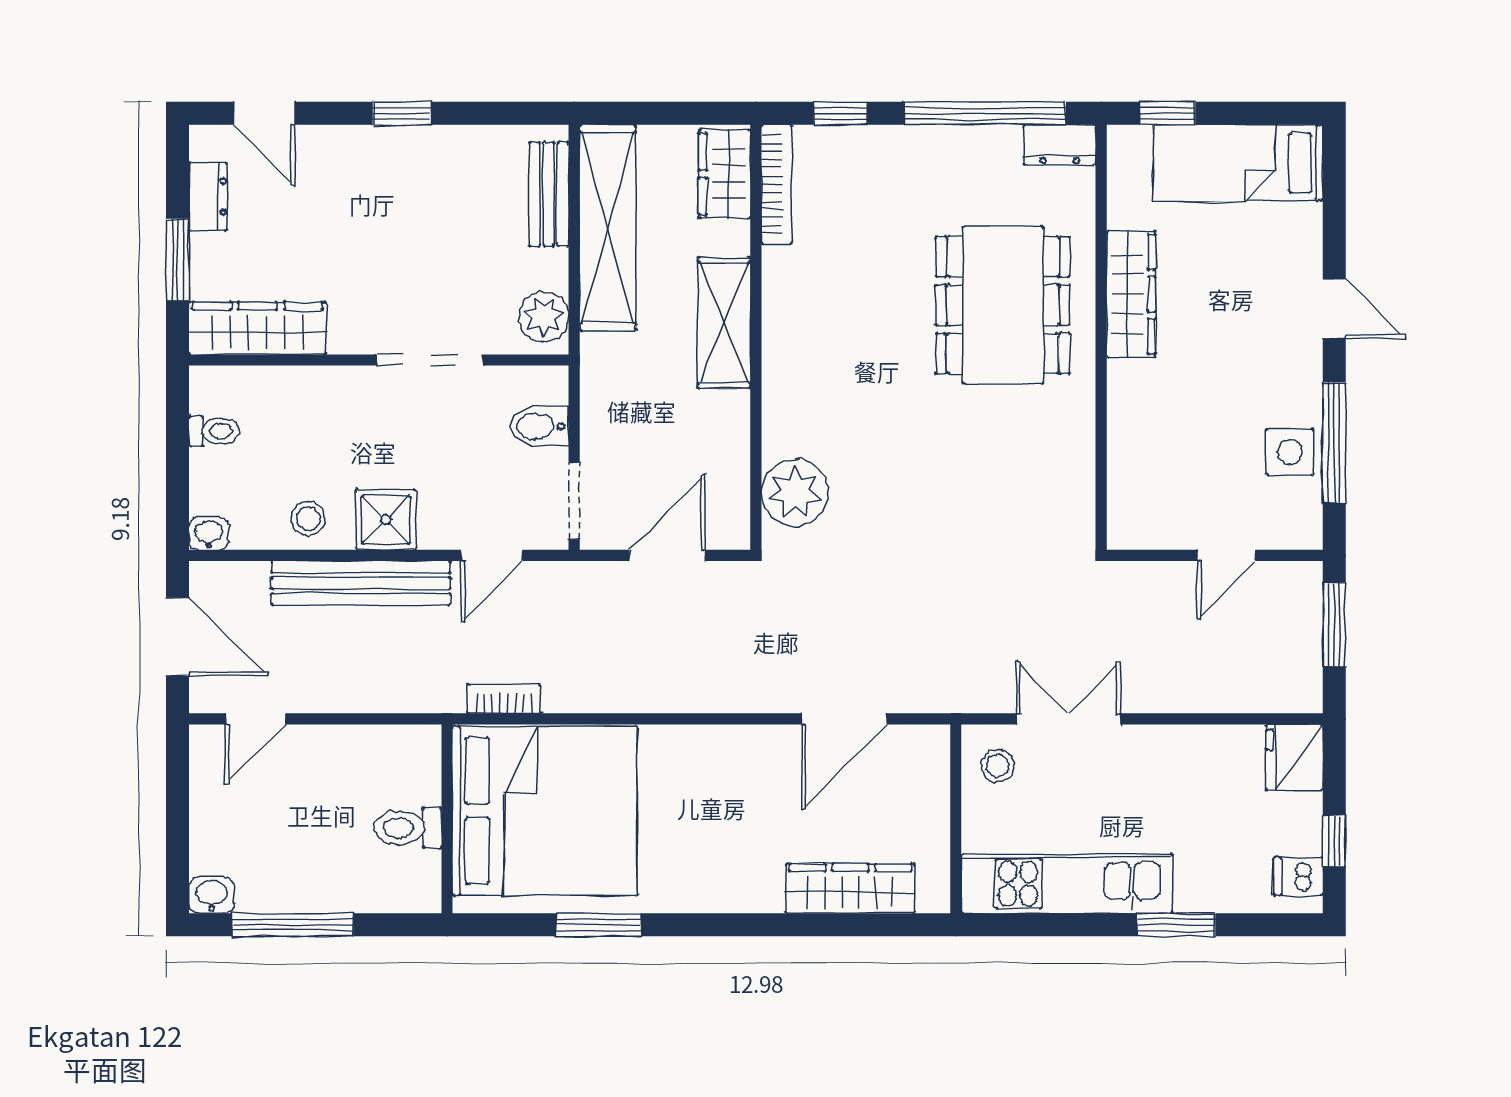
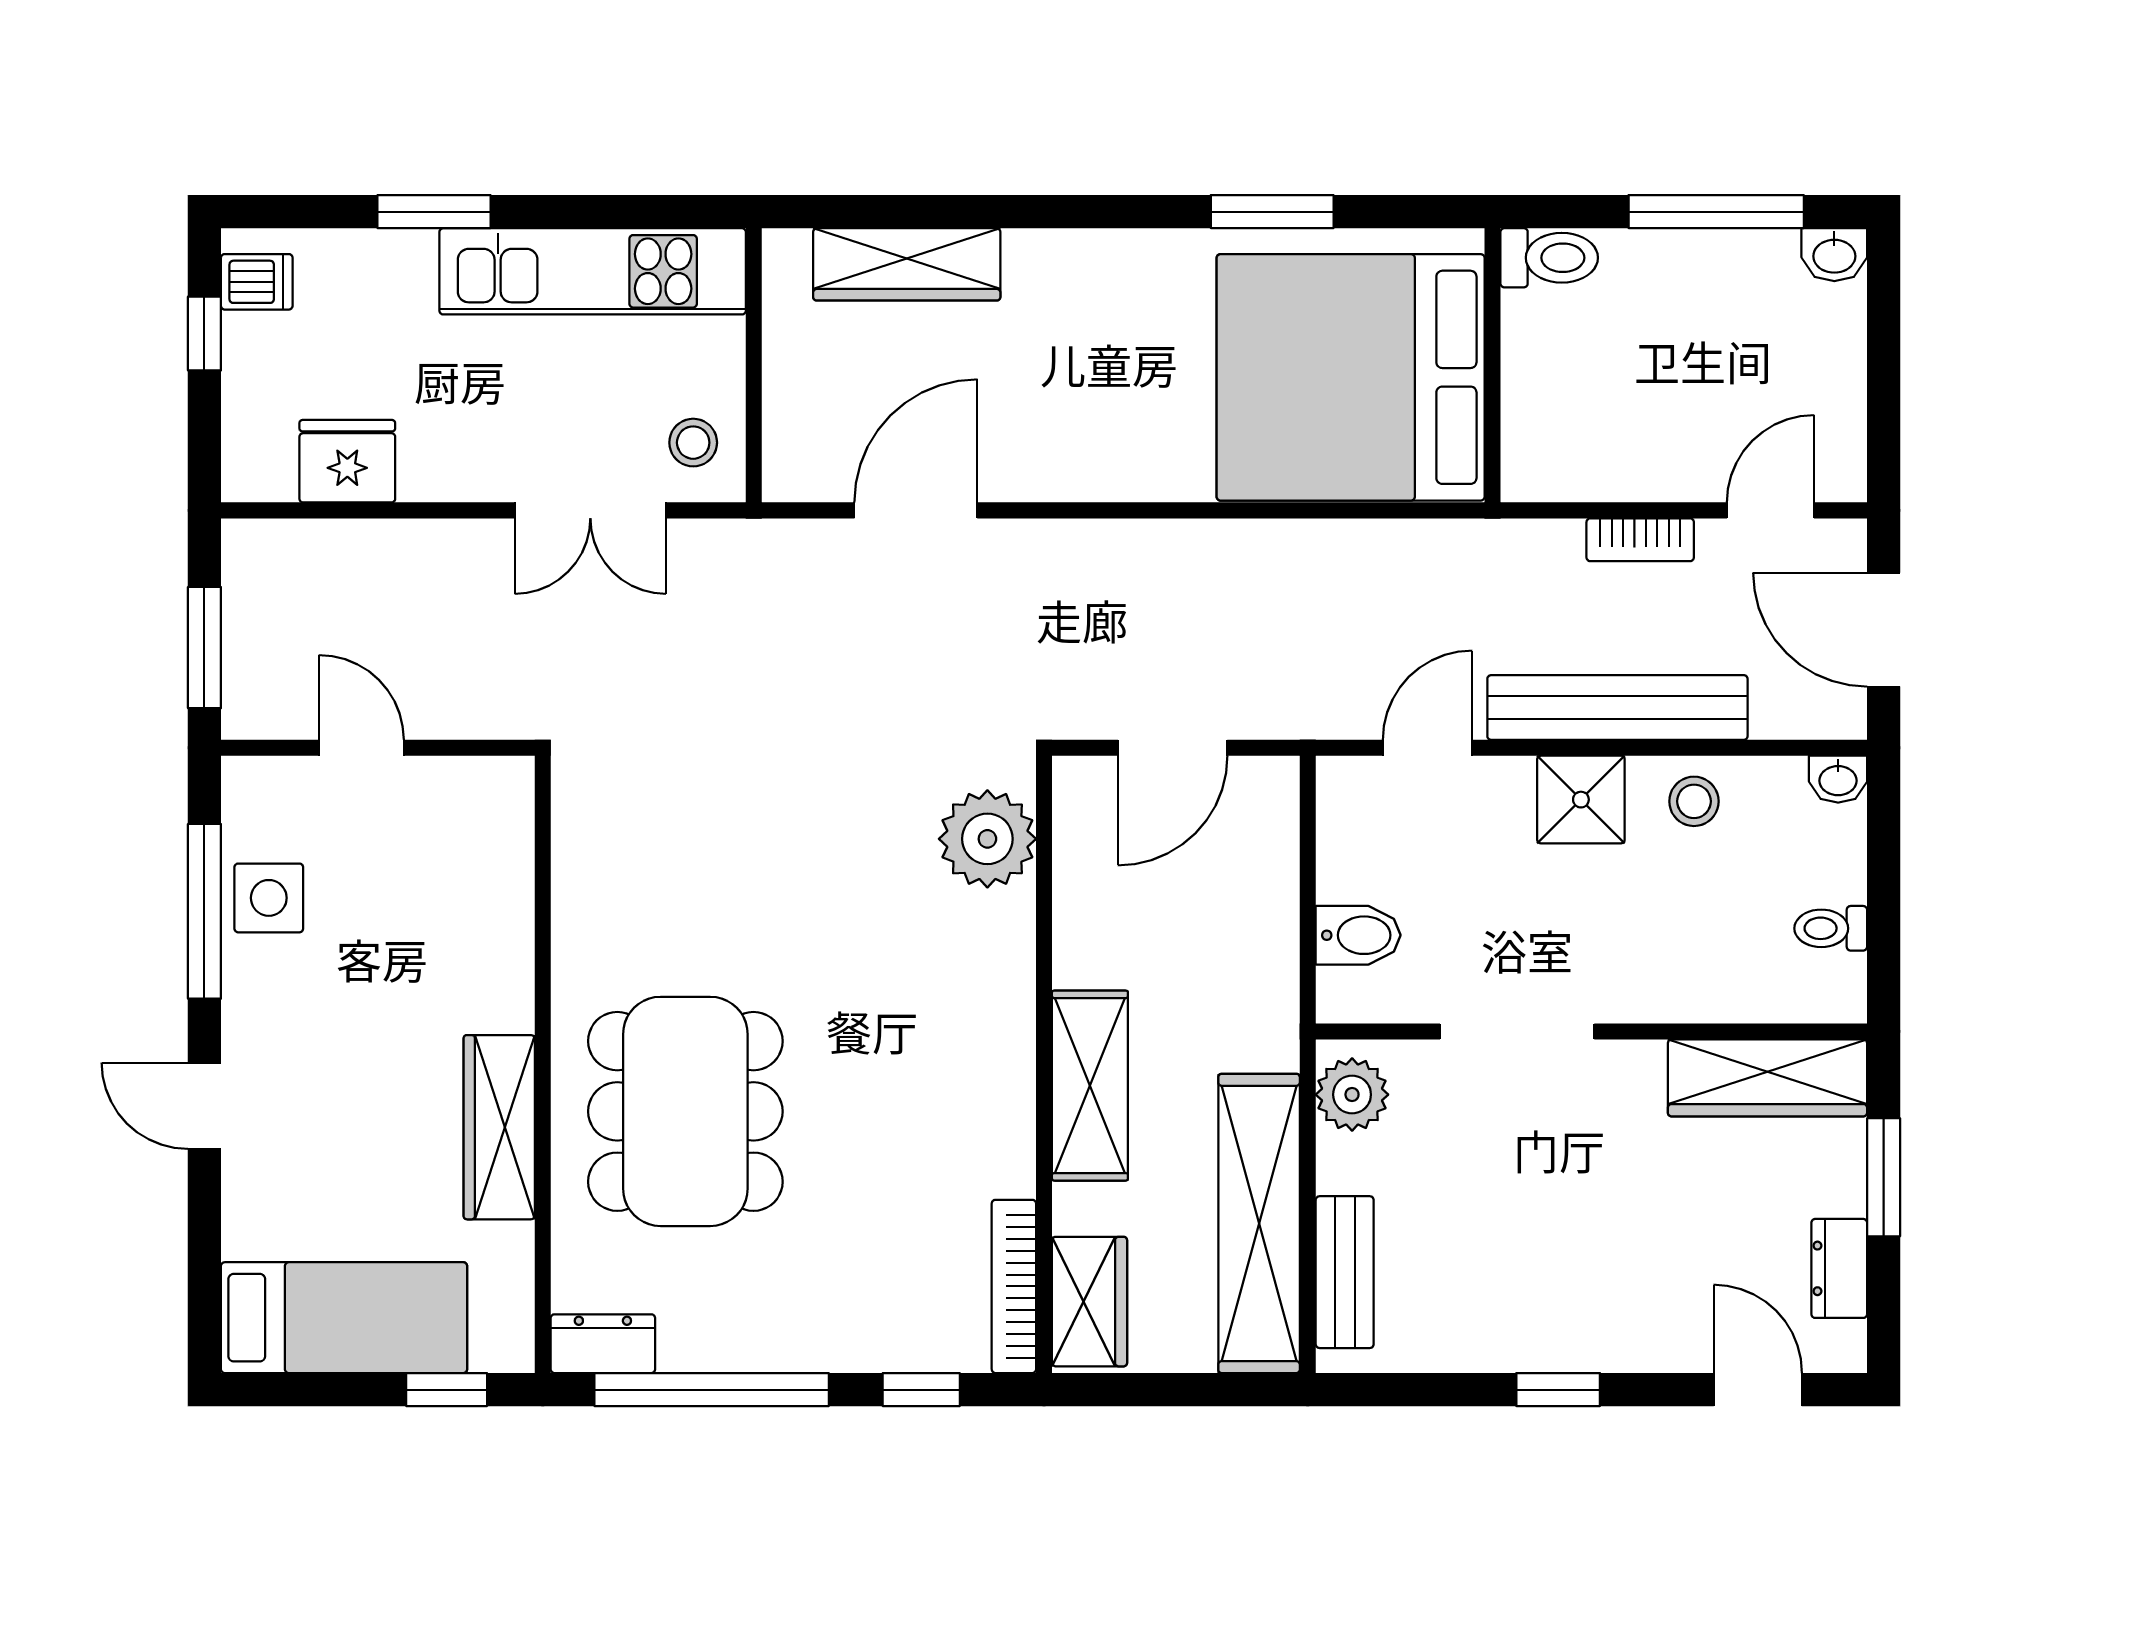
doorway: (574, 501) -> (1308, 827), removed
door: (1226, 555) -> (361, 748), hinge flipped
bookcase: (504, 699) -> (1640, 540), moved
fridge: (1294, 757) -> (347, 461), moved, turned -90
toilet: (408, 828) -> (1549, 258), moved

